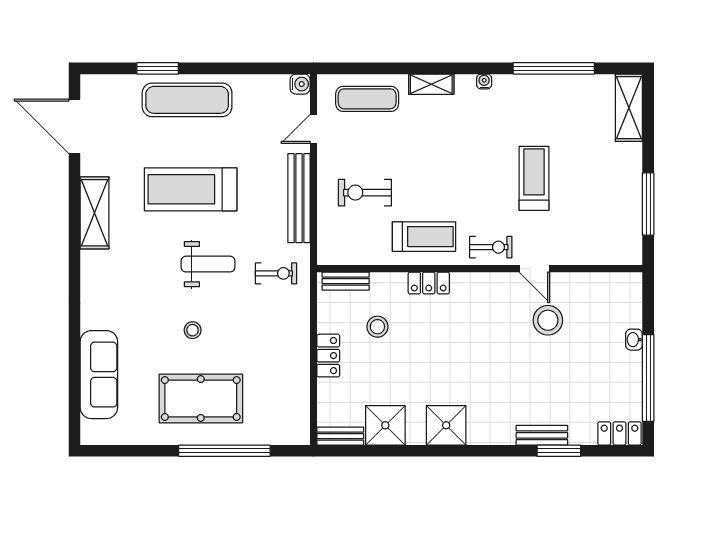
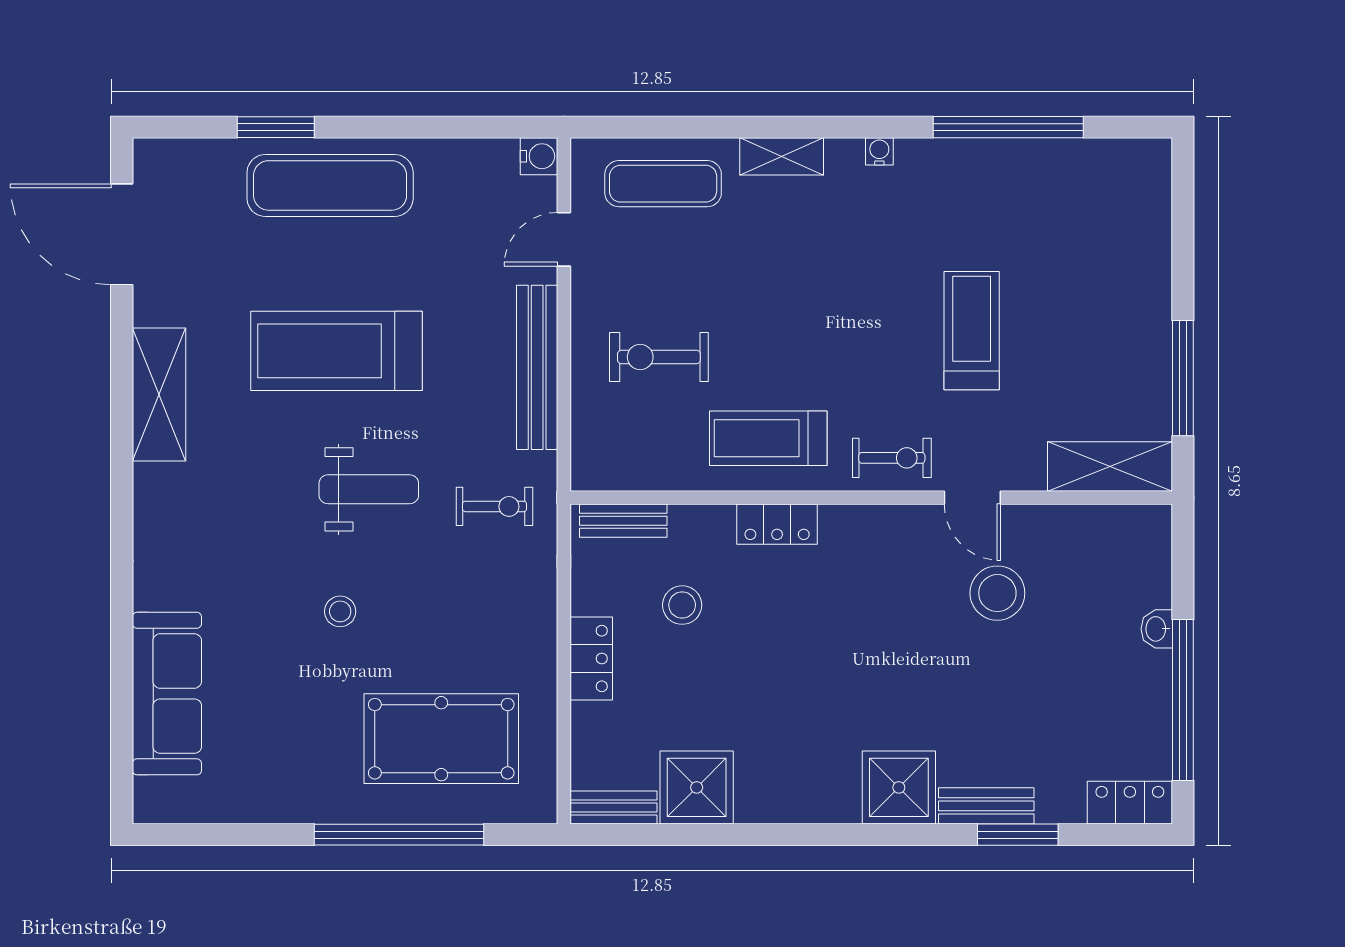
shelving: (629, 108) -> (1110, 466), moved, turned 90
treadmill: (424, 237) -> (768, 438), turned 180
pool table: (201, 398) -> (441, 739), moved
shower: (446, 425) -> (899, 787), moved

